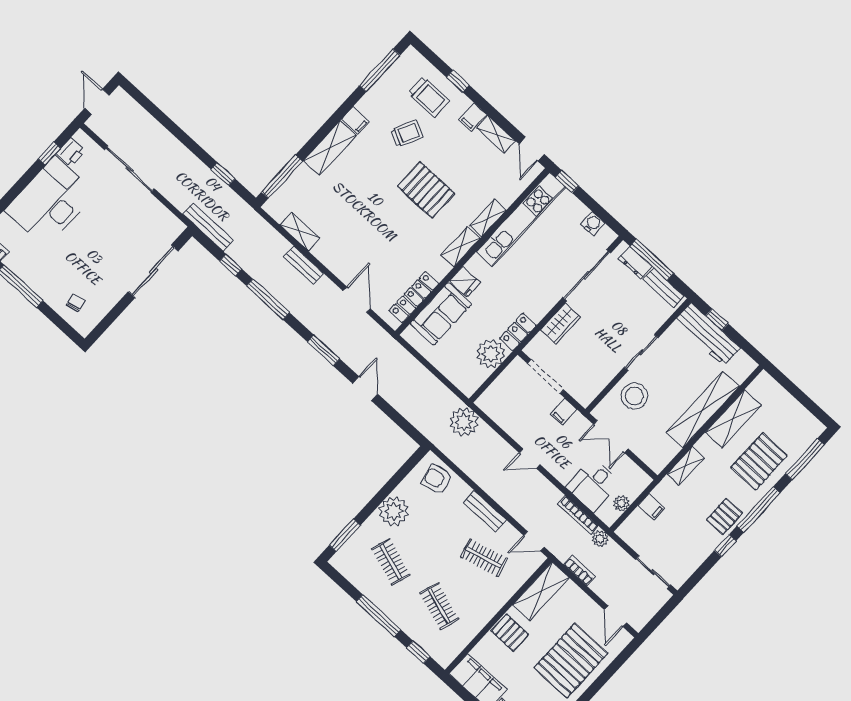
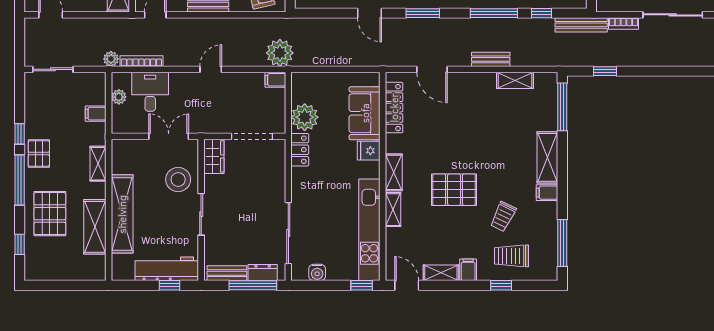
wardrobe: (561, 323) -> (214, 156), moved, turned 180
filing cabinet: (564, 412) -> (275, 80), moved, turned -90
window: (805, 459) -> (20, 244), width x0.46
bookcase: (579, 571) -> (624, 24), moved

